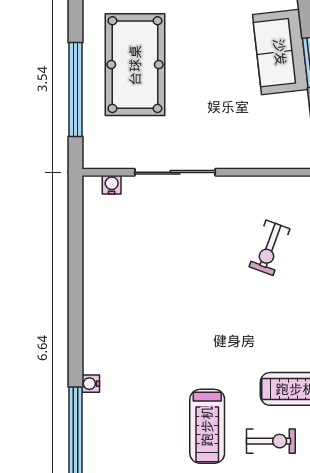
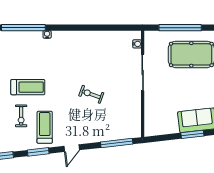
exercise bike: (270, 248) -> (91, 94), moved
treadmill: (207, 426) -> (28, 87), turned 180

